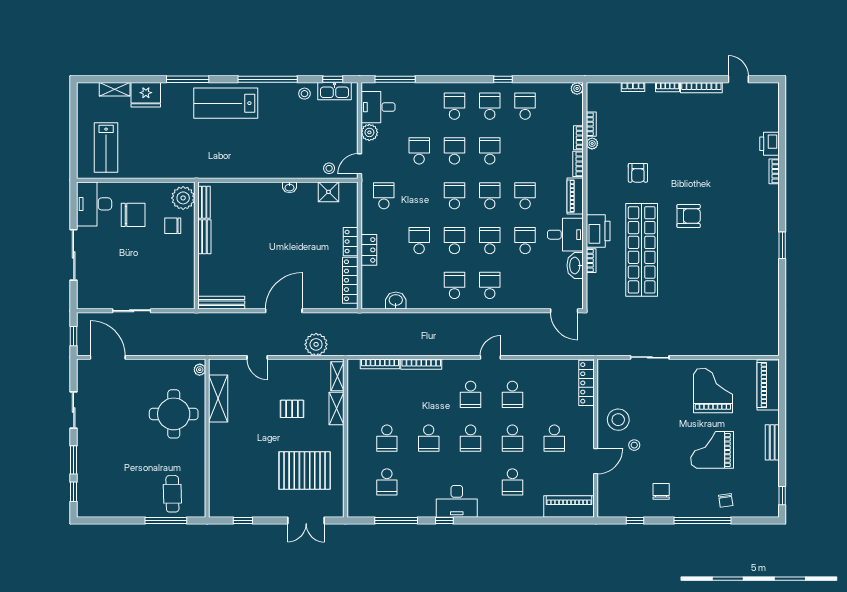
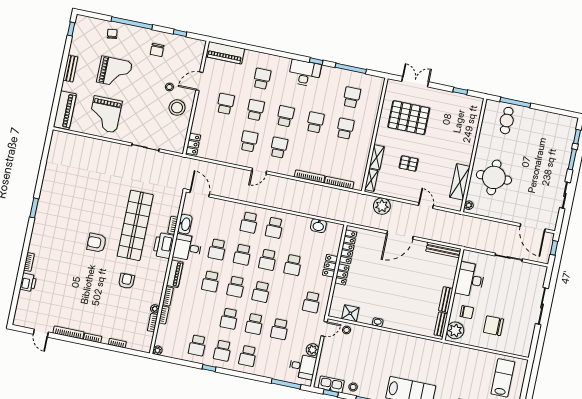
desk: (94, 204) -> (470, 280), moved, turned 180
locker: (587, 383) -> (193, 144), width x0.66

